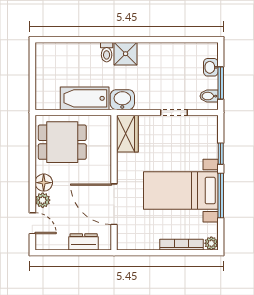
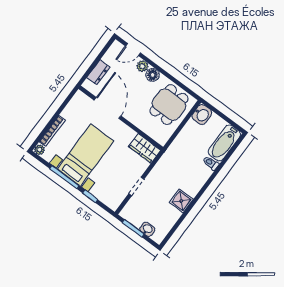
toilet: (107, 52) -> (211, 163), moved
shower: (126, 54) -> (181, 201), moved
bidet: (209, 96) -> (131, 215), removed
bathtub: (85, 98) -> (224, 143), moved, turned 180
washbasin: (122, 100) -> (202, 115), moved
door: (114, 204) -> (108, 108), hinge flipped

